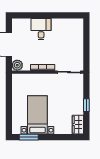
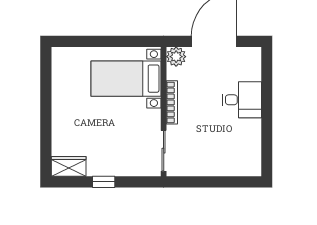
bed with nightstands: (37, 115) -> (126, 79), moved, turned 180
window: (29, 137) -> (46, 77), removed

